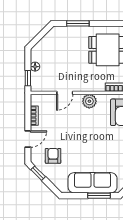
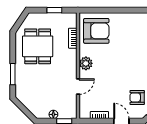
door: (65, 93) -> (78, 87), hinge flipped

